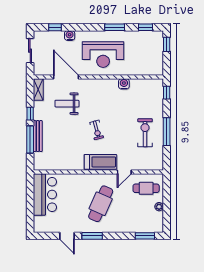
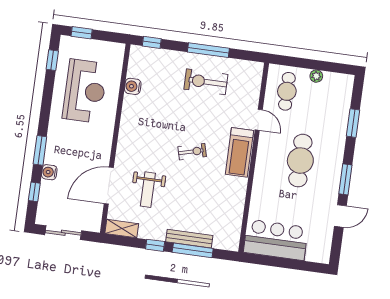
window: (115, 27) -> (40, 150), moved
reception desk: (103, 55) -> (85, 91), moved
water cooler: (124, 84) -> (133, 86), moved
treadmill: (100, 162) -> (239, 152), turned 180
cafe table: (101, 204) -> (300, 161), turned 66
window: (145, 236) -> (353, 123), moved

